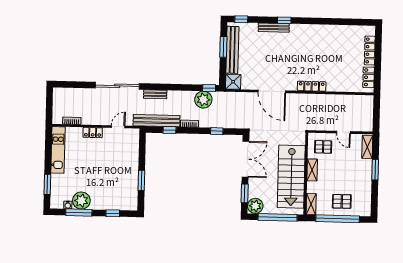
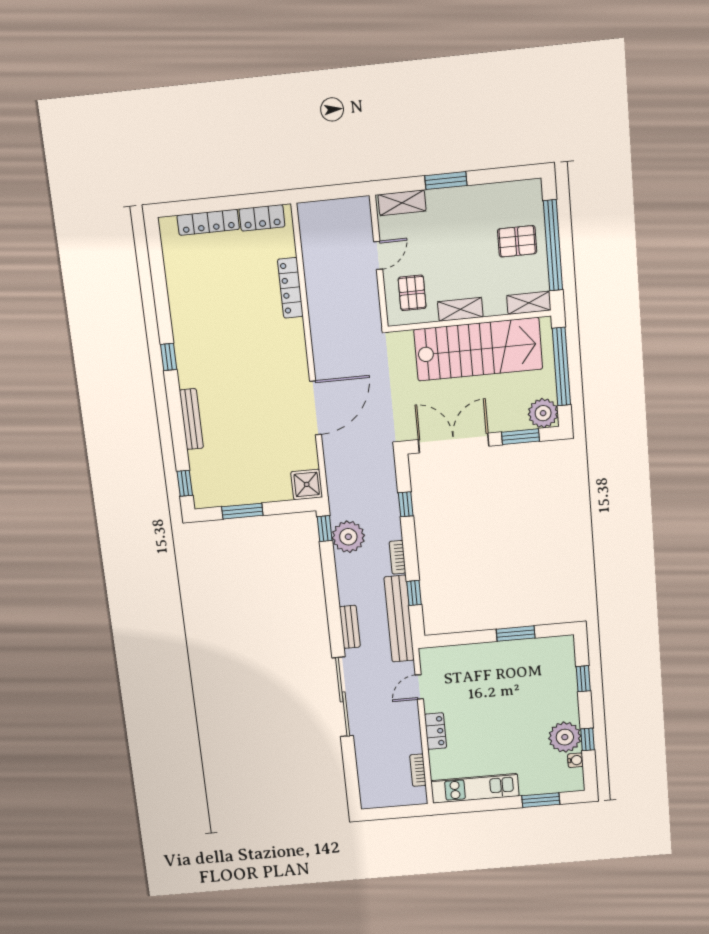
window: (284, 20) -> (169, 357), moved
bench: (232, 50) -> (246, 493), removed
locker: (312, 86) -> (290, 288), moved
door: (118, 127) -> (419, 687), hinge flipped
pallet: (342, 201) -> (517, 241), turned 90
window: (79, 212) -> (588, 739), width x0.46

